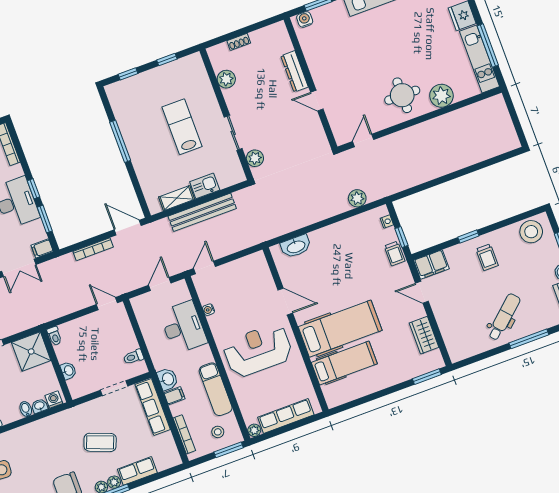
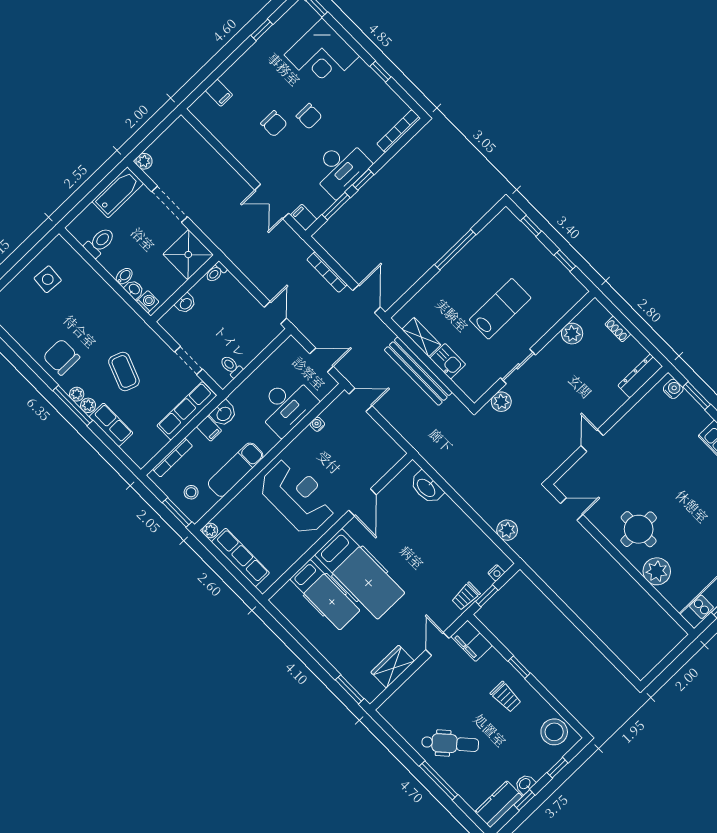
dresser: (295, 71) -> (640, 376), moved
trolley: (487, 257) -> (506, 697), turned -90

